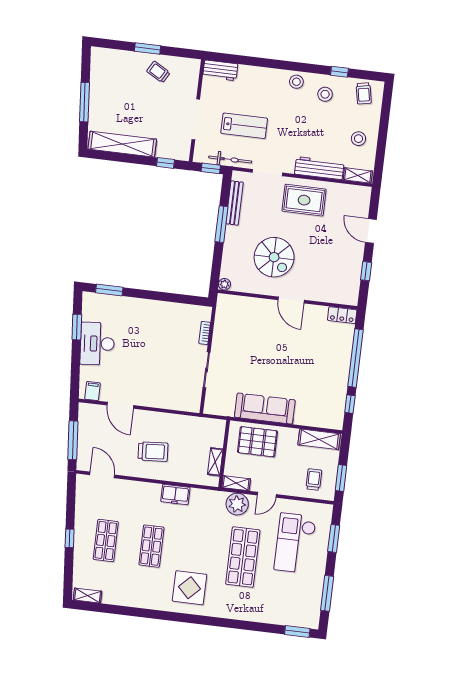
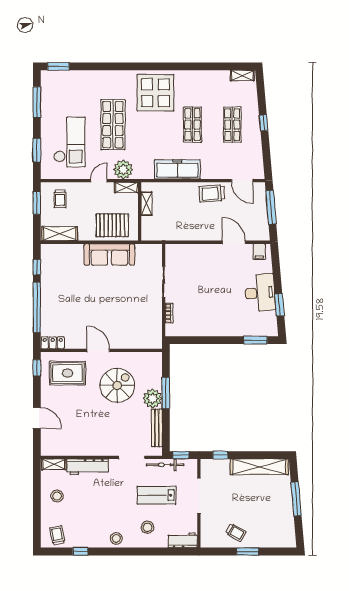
stool: (325, 94) -> (148, 527), moved
rug: (304, 200) -> (68, 373), moved
window: (221, 224) -> (166, 393), moved
spiral stairs: (274, 257) -> (117, 385), turned 90
window: (366, 271) -> (37, 368), moved
plant: (224, 284) -> (153, 398), moved, width x1.88, depth x1.88
trolley: (153, 452) -> (212, 193), moved
freezer: (175, 494) -> (177, 169), width x1.91, depth x1.26
display table: (190, 588) -> (155, 93), width x1.36, depth x1.36

